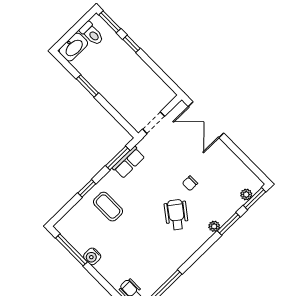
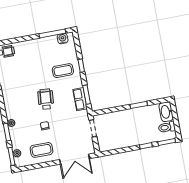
double door: (206, 120) -> (75, 159), swing flipped
coffee table: (222, 167) -> (42, 150), added
wheelchair: (176, 215) -> (46, 99), moved, turned -122
water cooler: (92, 256) -> (63, 39), moved

